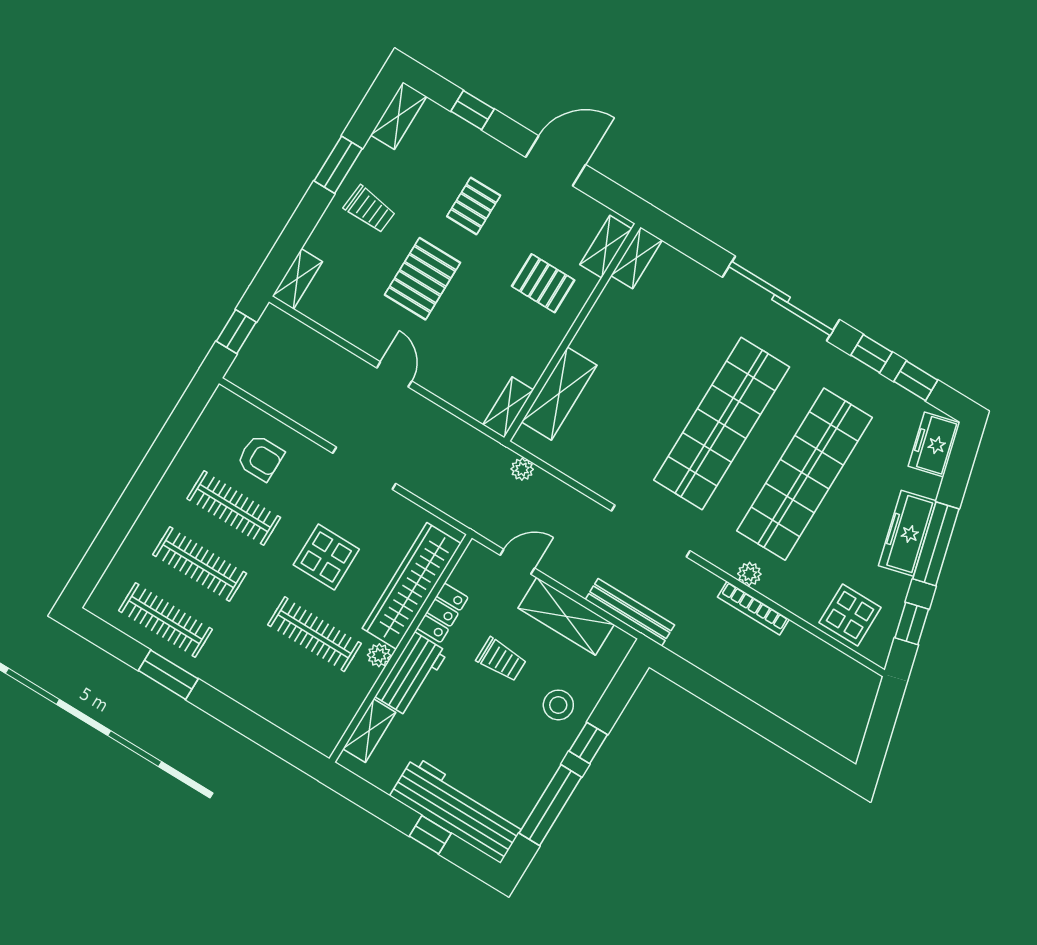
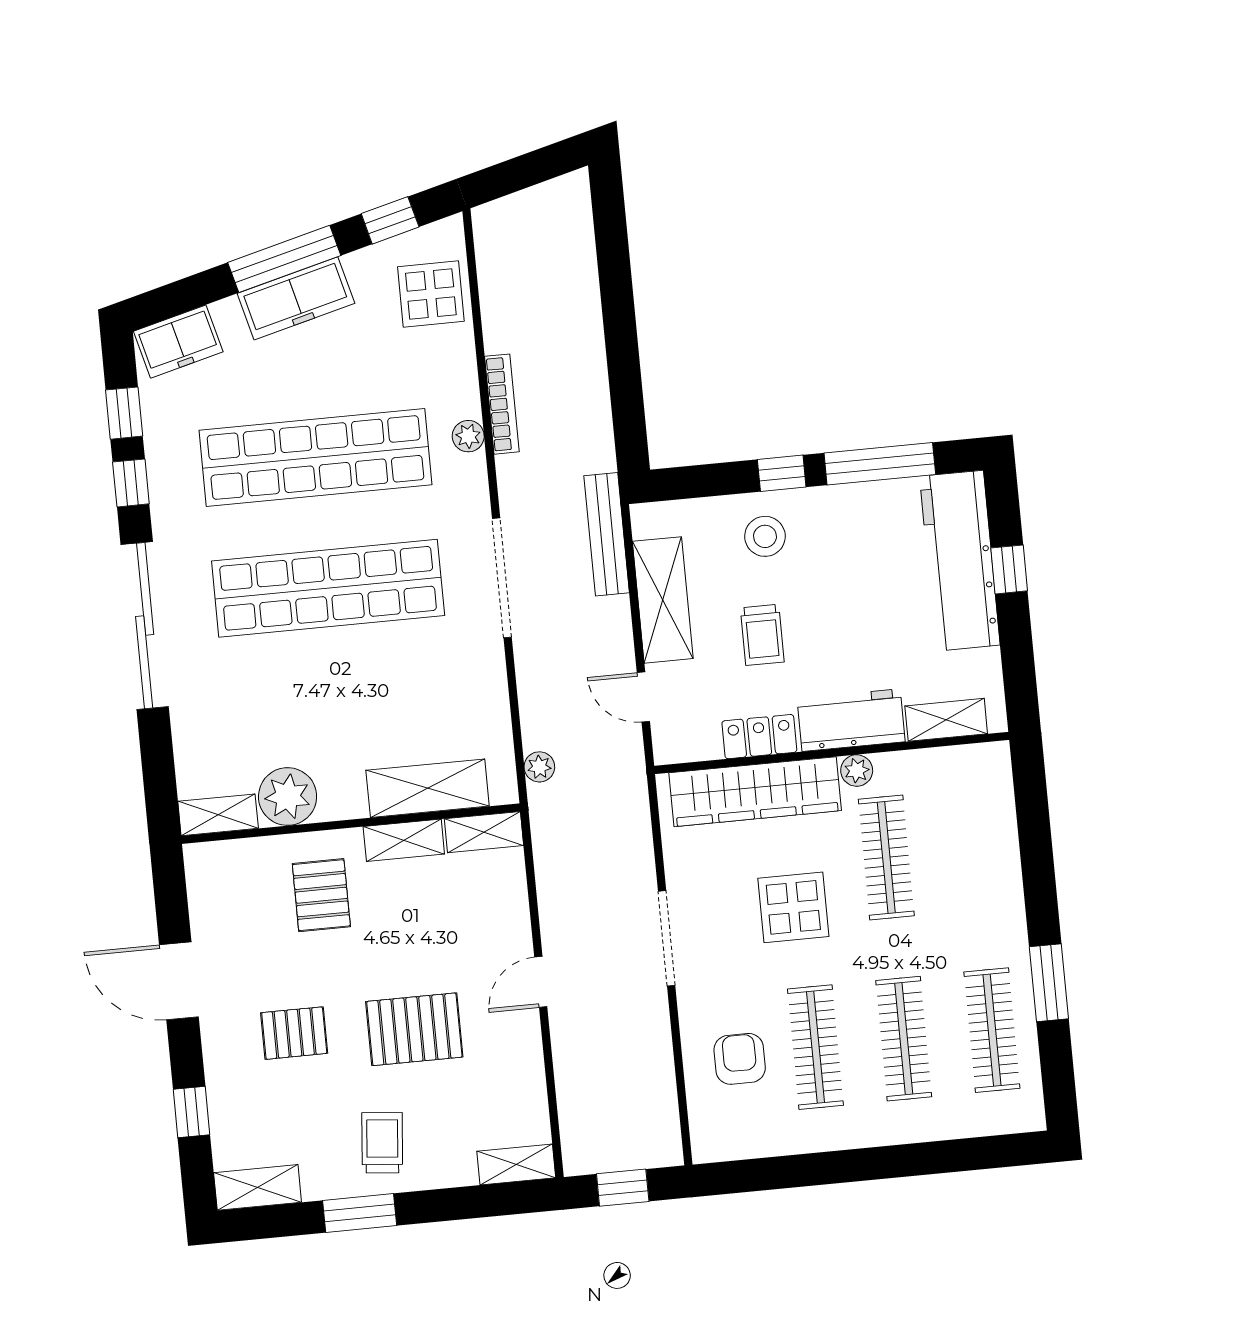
shelving: (606, 247) -> (404, 840), moved
plant: (616, 307) -> (288, 797), added
trolley: (501, 660) -> (762, 635), turned 180

